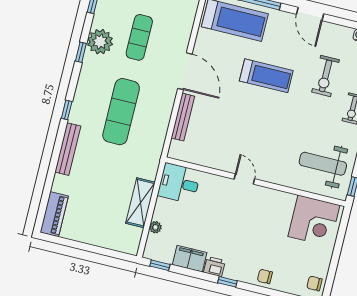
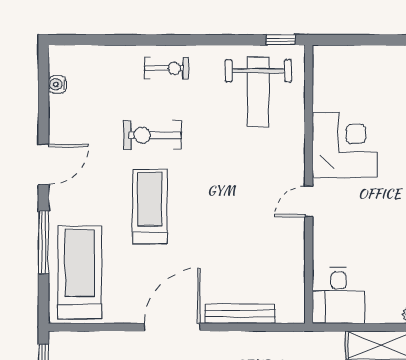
exercise bike: (326, 76) -> (152, 135), moved, turned 180
corner desk: (314, 221) -> (345, 145), moved

